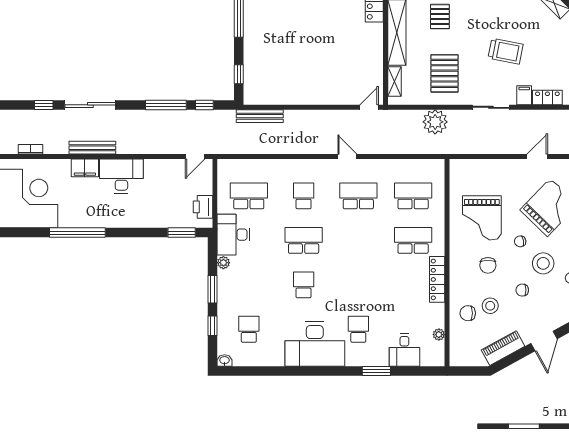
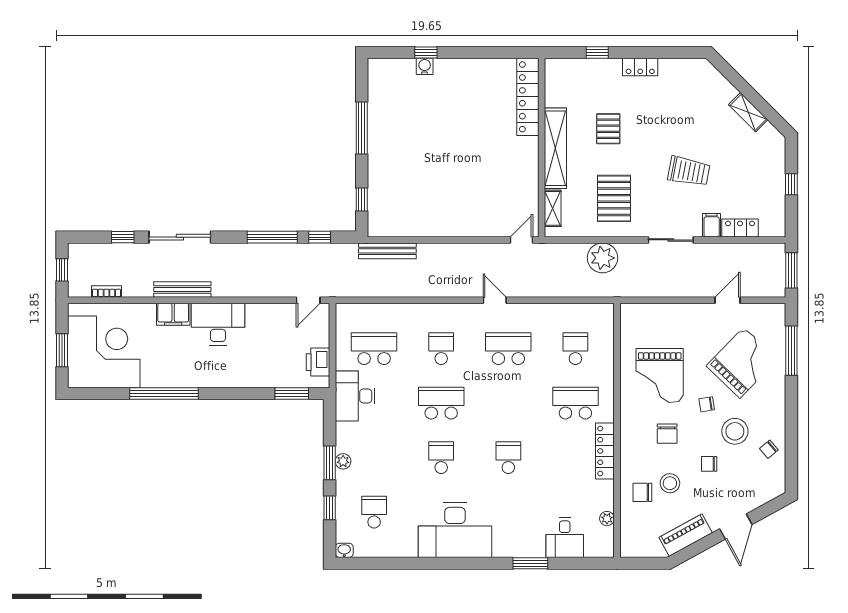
school desk: (413, 196) -> (575, 349), width x0.54
plant: (223, 263) -> (343, 461), moved
school desk: (358, 329) -> (508, 458), moved

